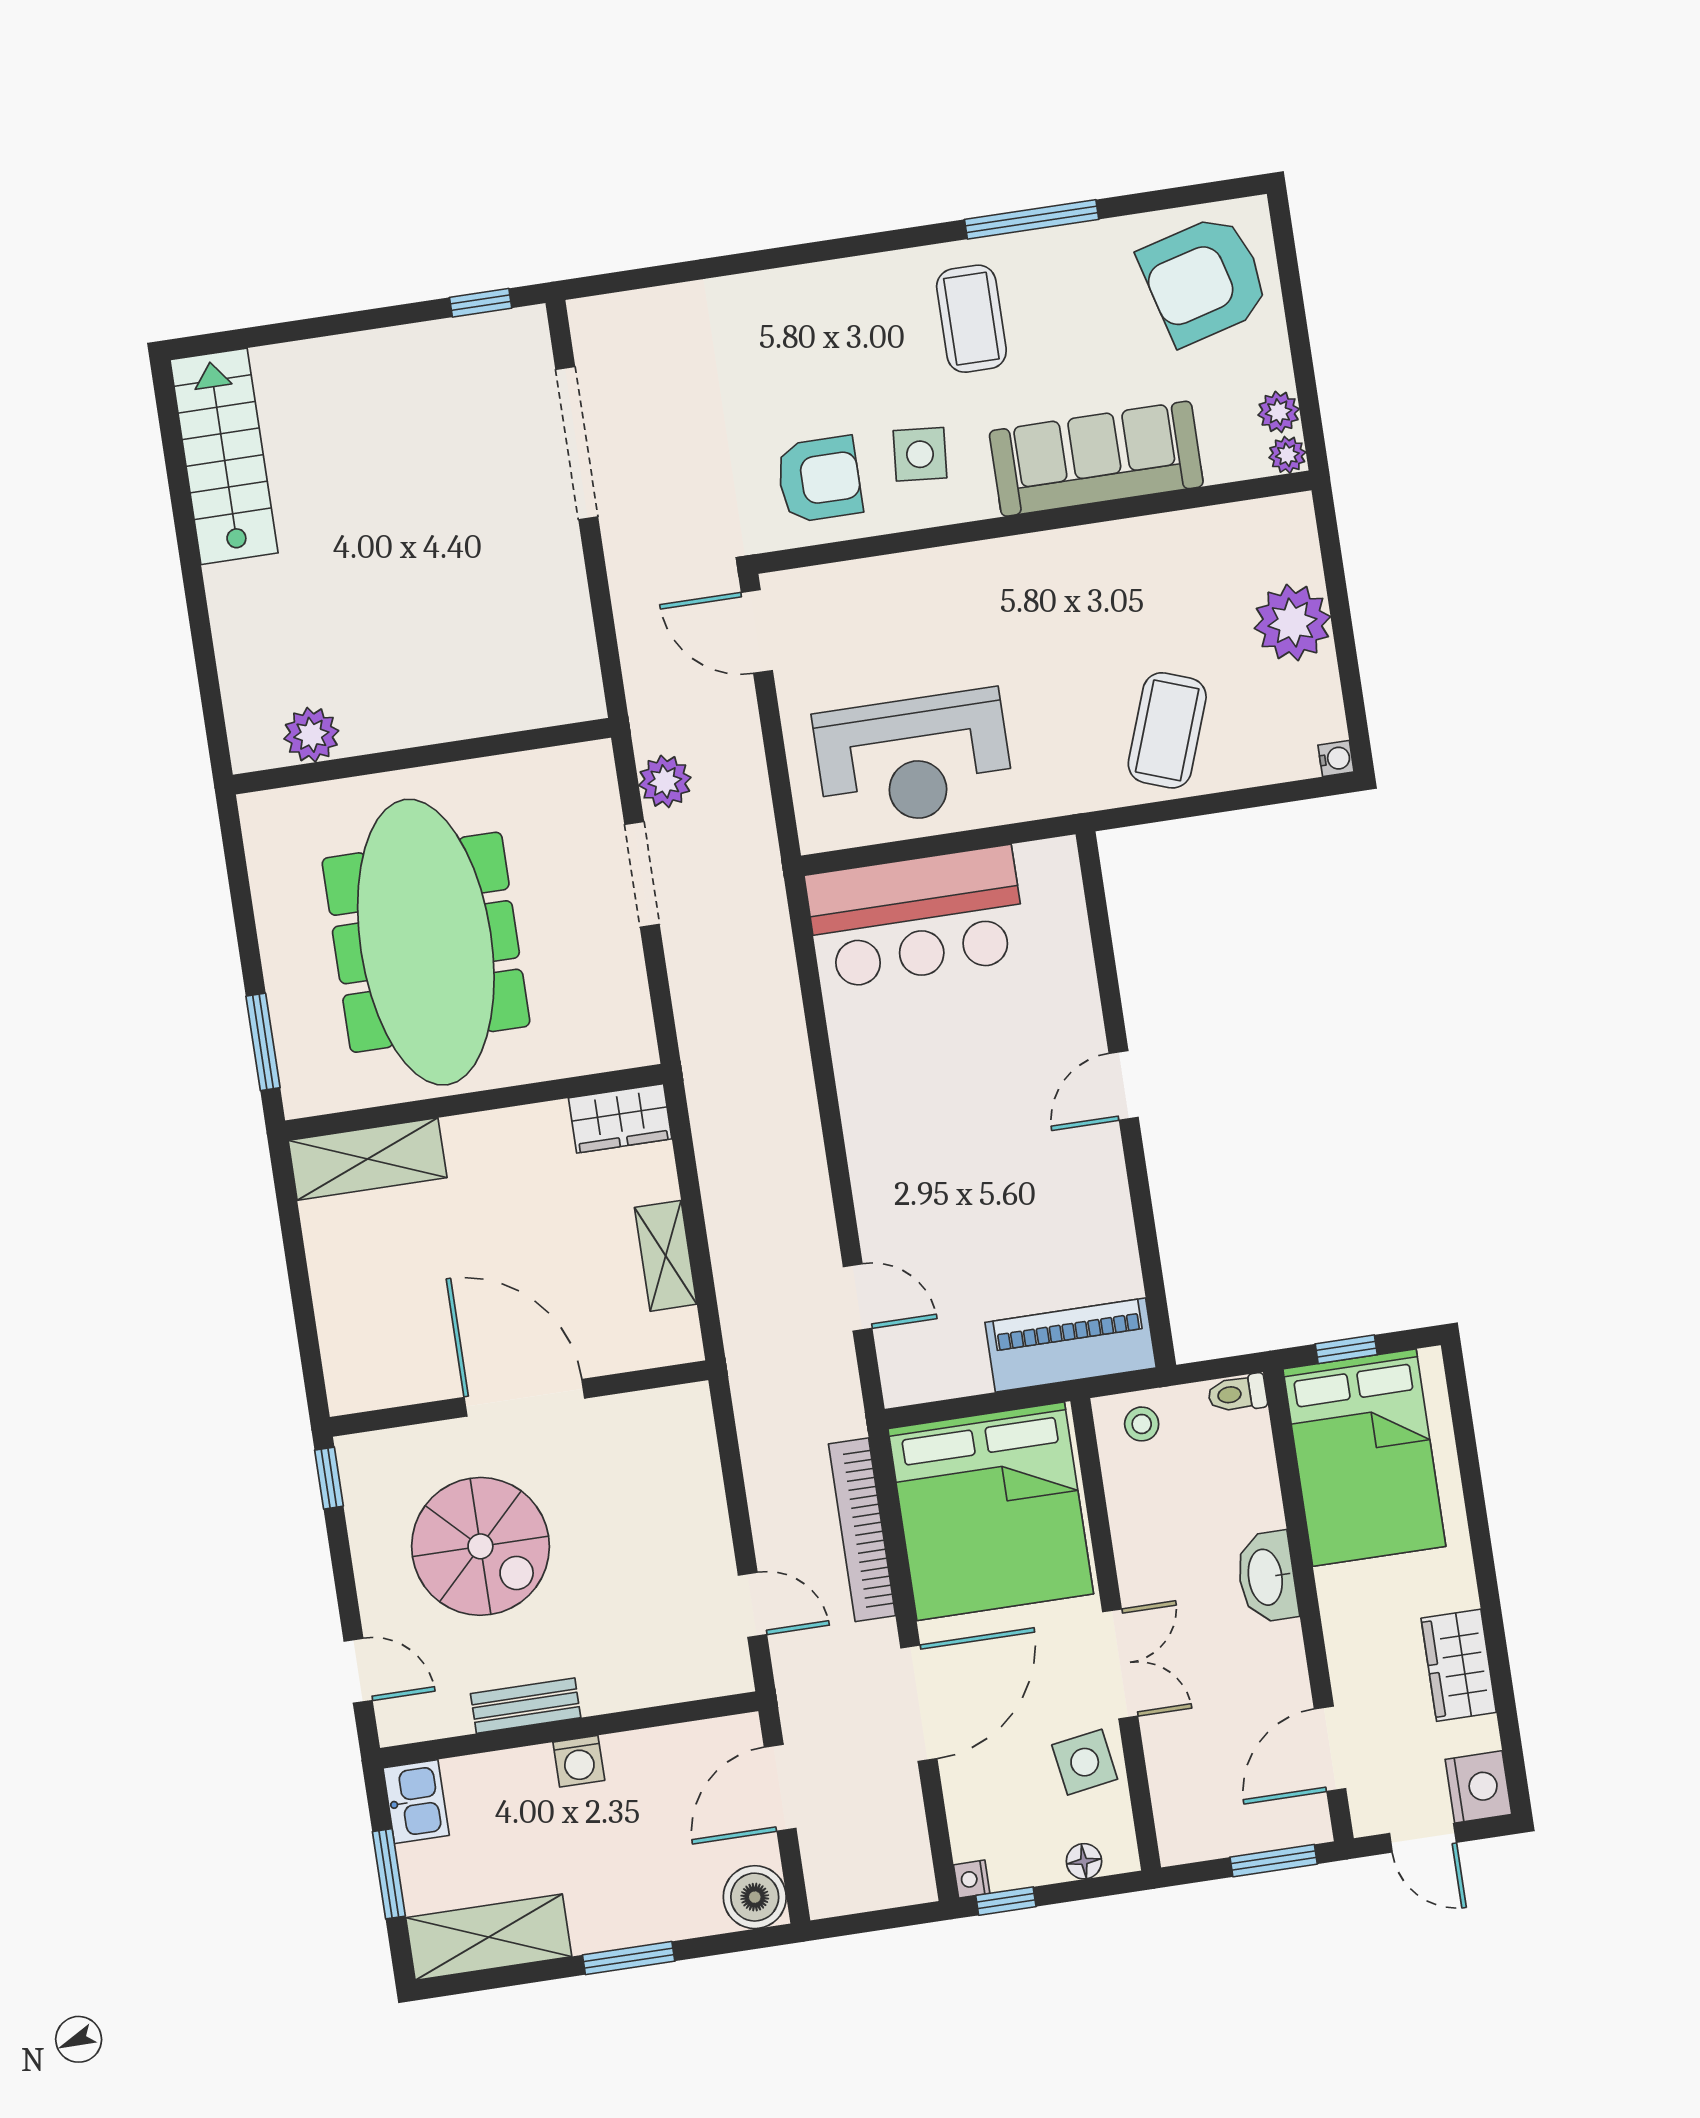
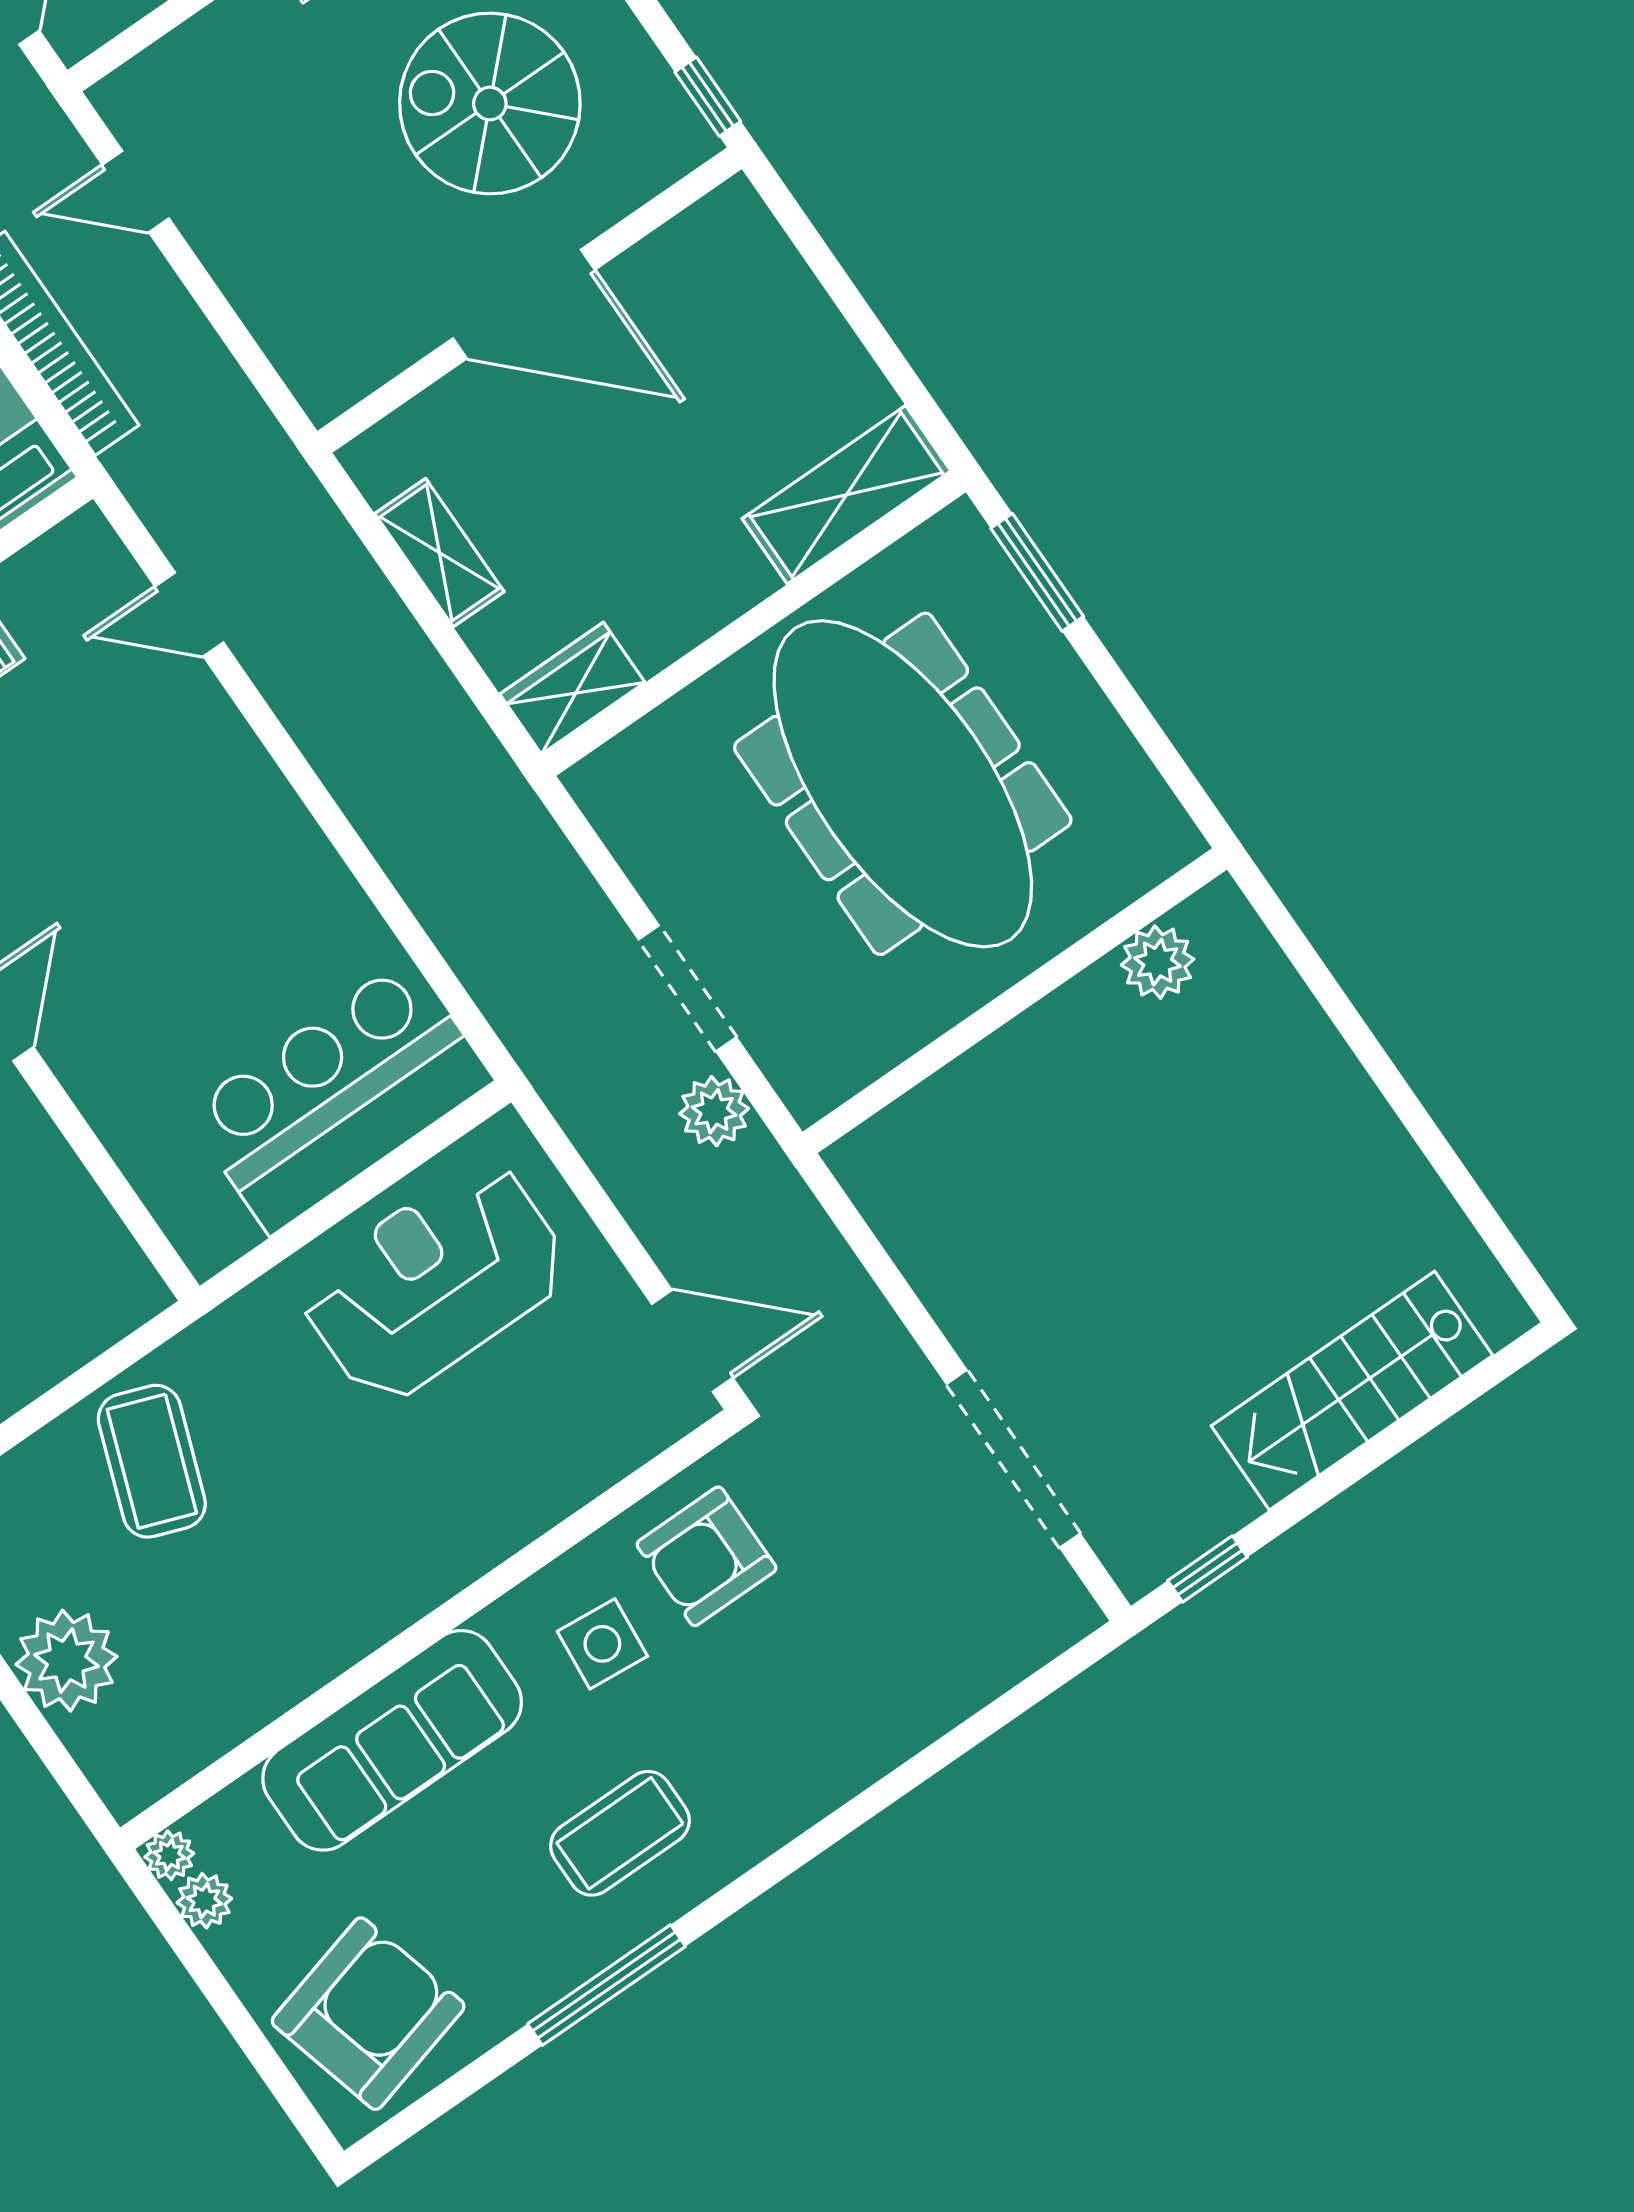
coffee table: (971, 319) -> (620, 1833), turned 90
stairs: (224, 456) -> (1352, 1391), moved, turned 90

